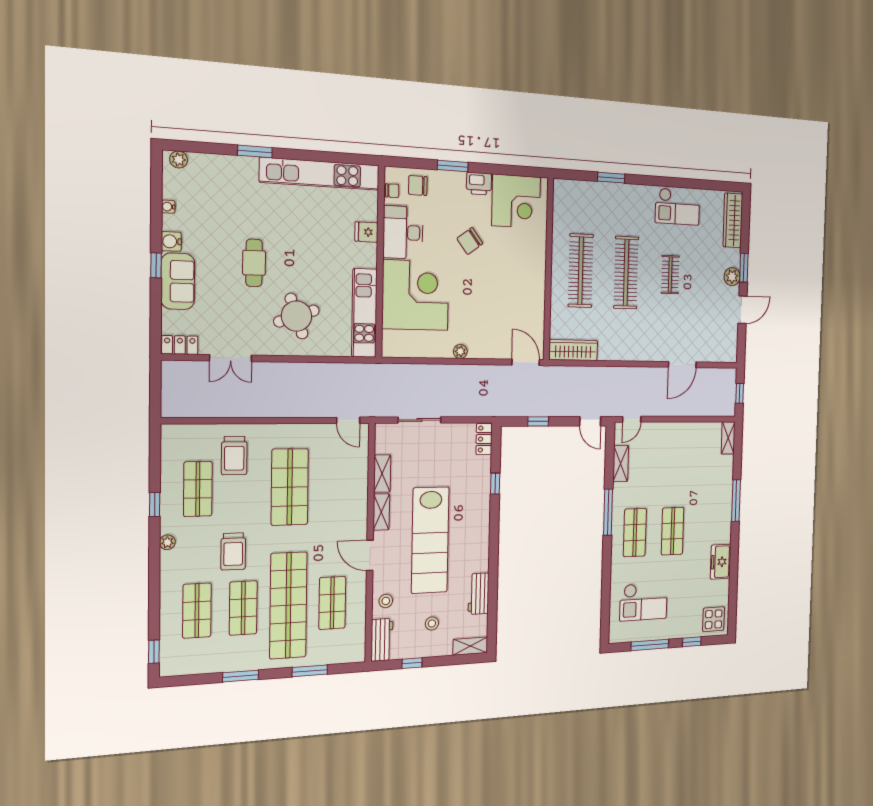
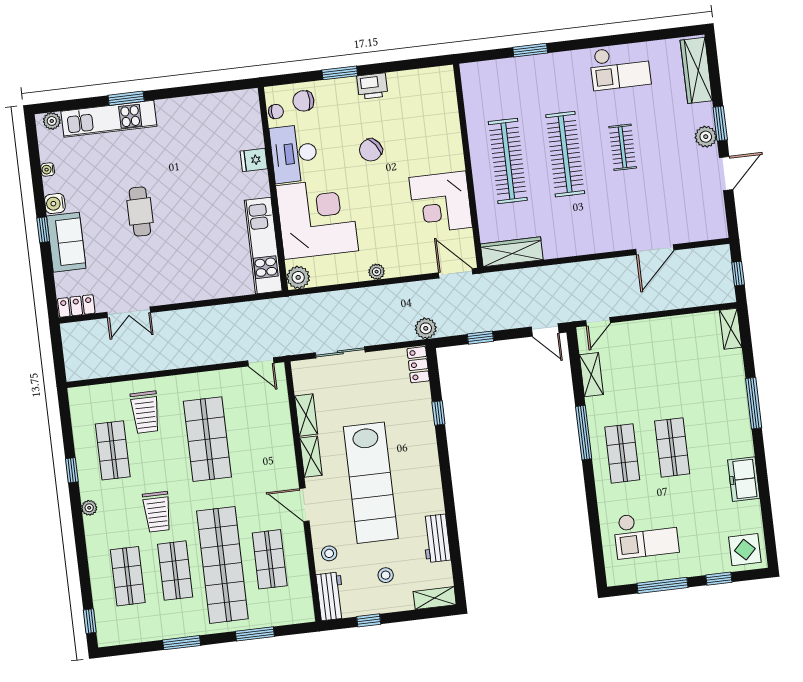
kitchen unit: (320, 174) -> (109, 119), moved, width x0.73
corner desk: (516, 201) -> (441, 202), moved, turned 90
round table: (296, 316) -> (191, 259), removed
plant: (392, 347) -> (298, 277), added
plant: (495, 408) -> (426, 328), added

